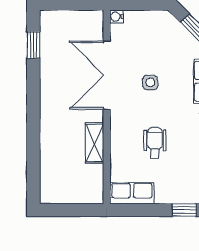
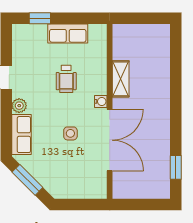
water cooler: (117, 17) -> (101, 101), moved
row of seats: (132, 193) -> (68, 33), moved

